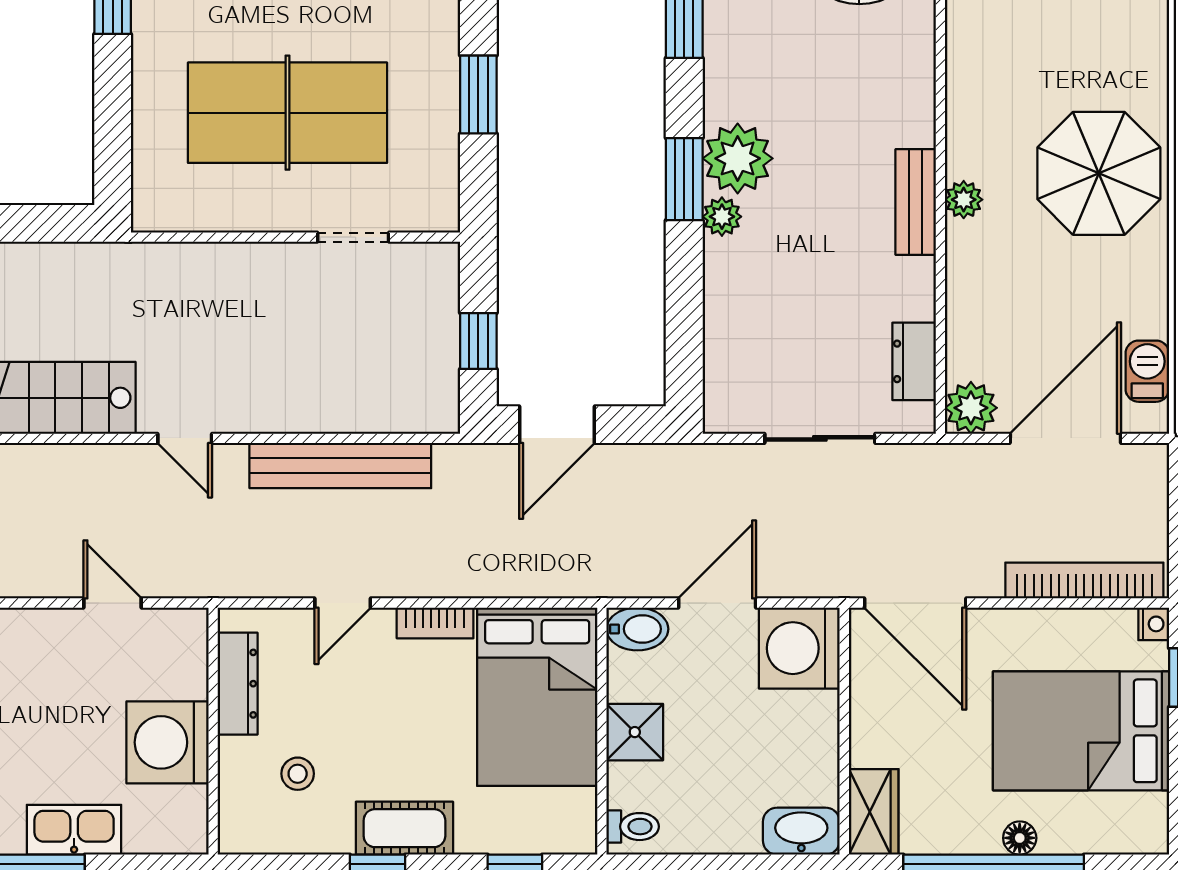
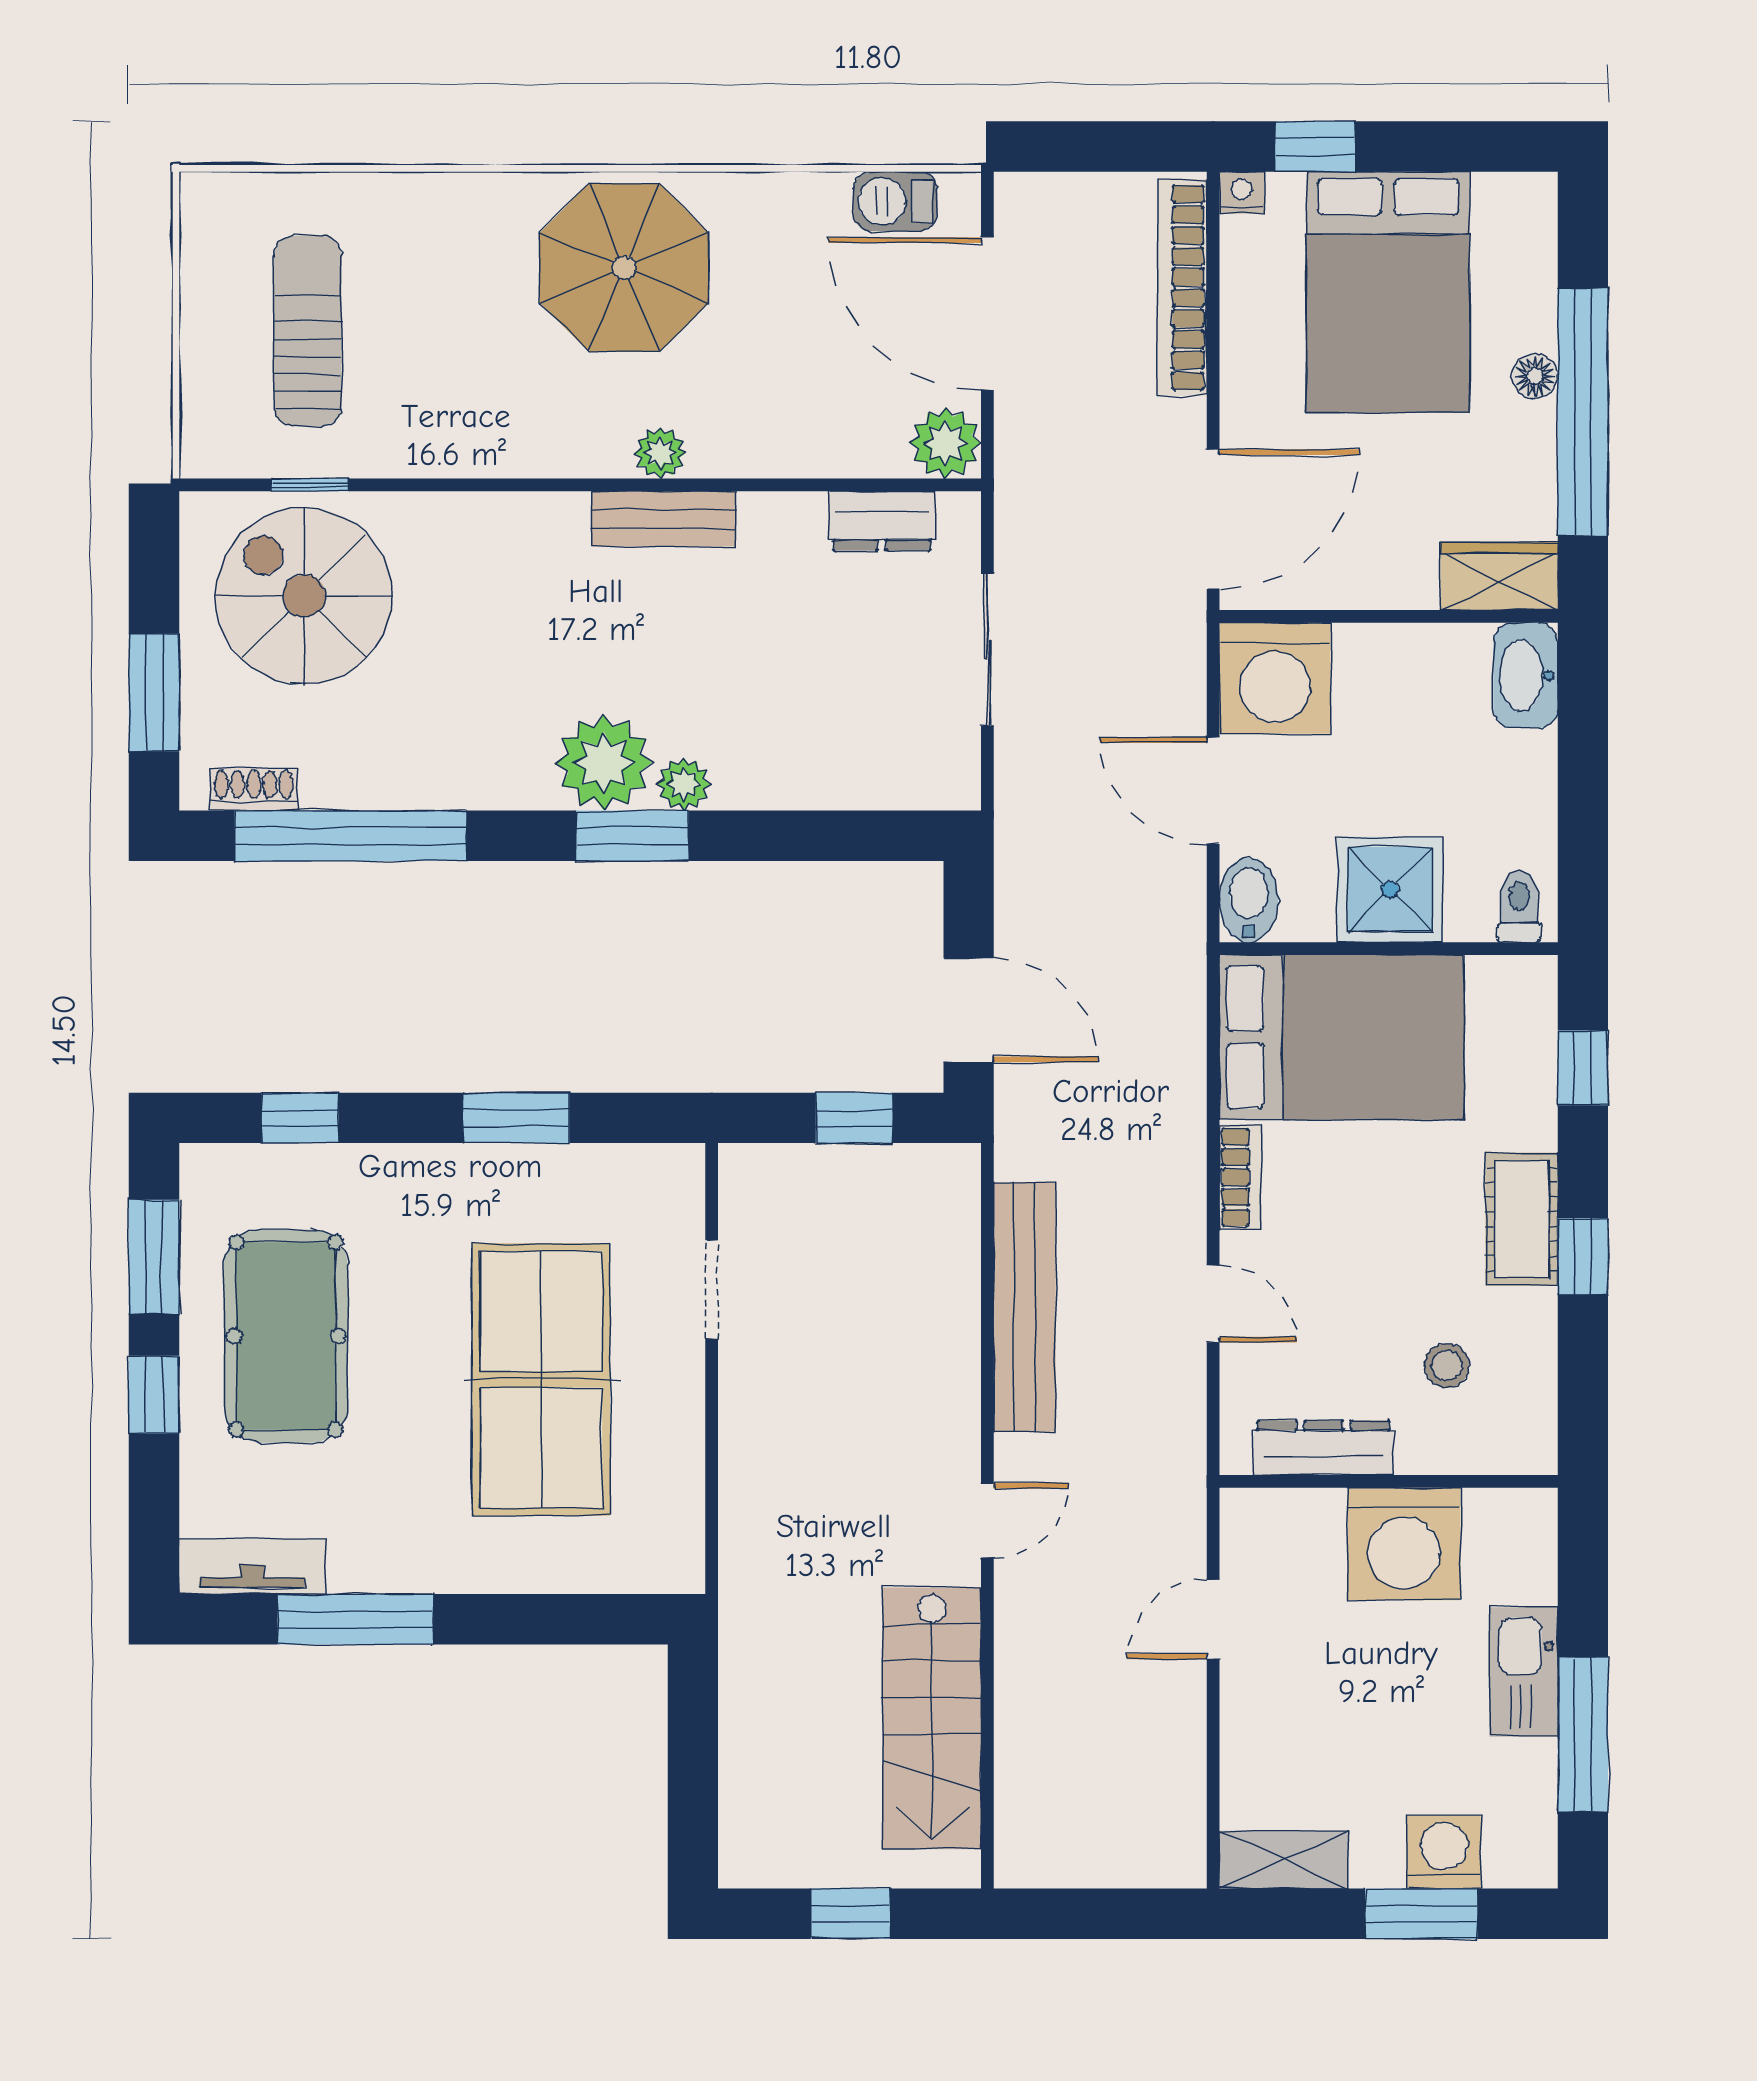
shower: (635, 732) -> (1390, 889), width x1.36, depth x1.36

